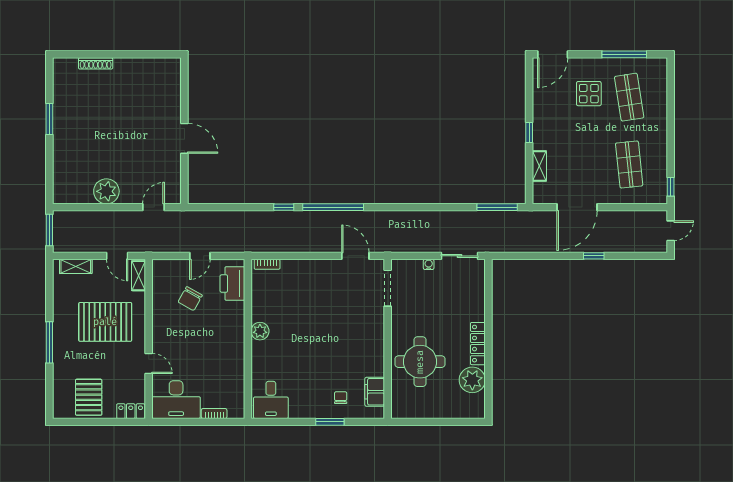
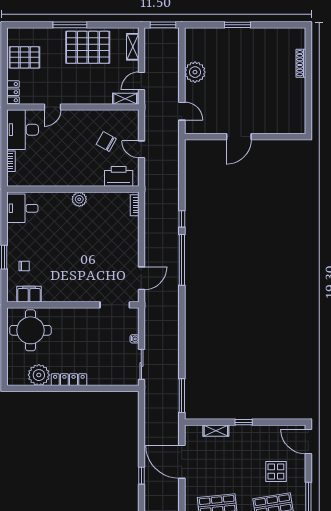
window: (49, 119) -> (238, 25), moved
pallet: (105, 322) -> (88, 47), moved, turned 90
round table: (420, 362) -> (30, 330), moved

